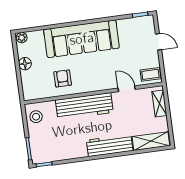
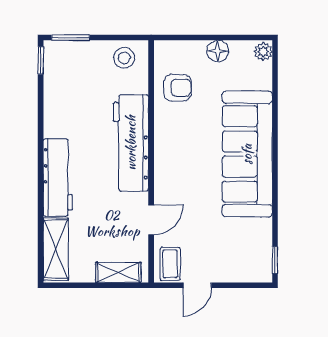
door: (158, 42) -> (197, 285), moved
armchair: (63, 78) -> (178, 88), moved

